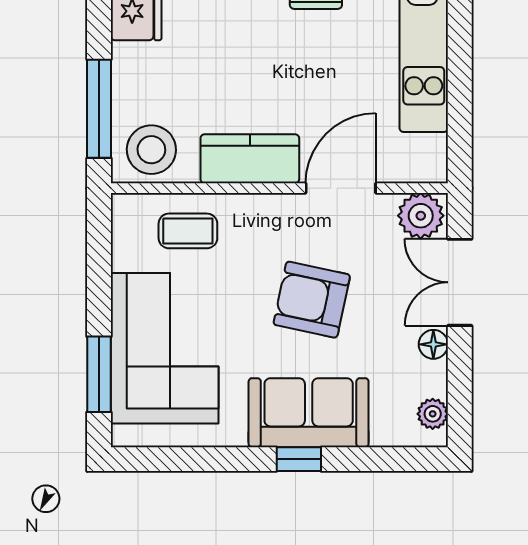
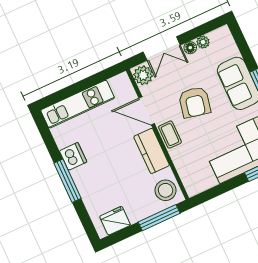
coffee table: (188, 231) -> (170, 135), moved
plant: (433, 414) -> (203, 42), moved

